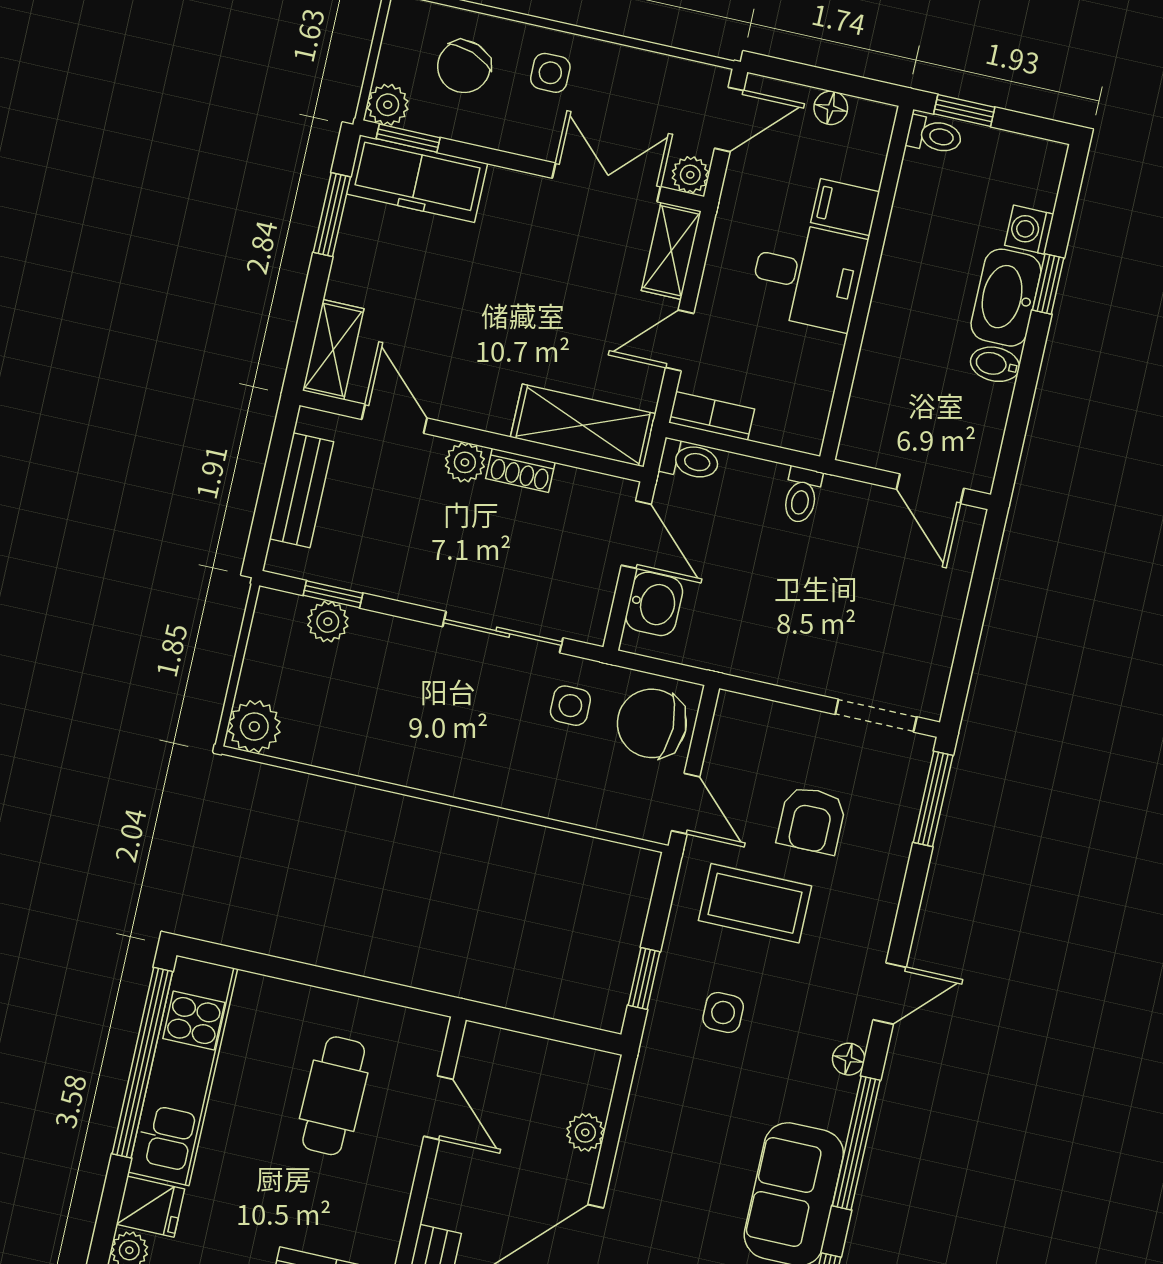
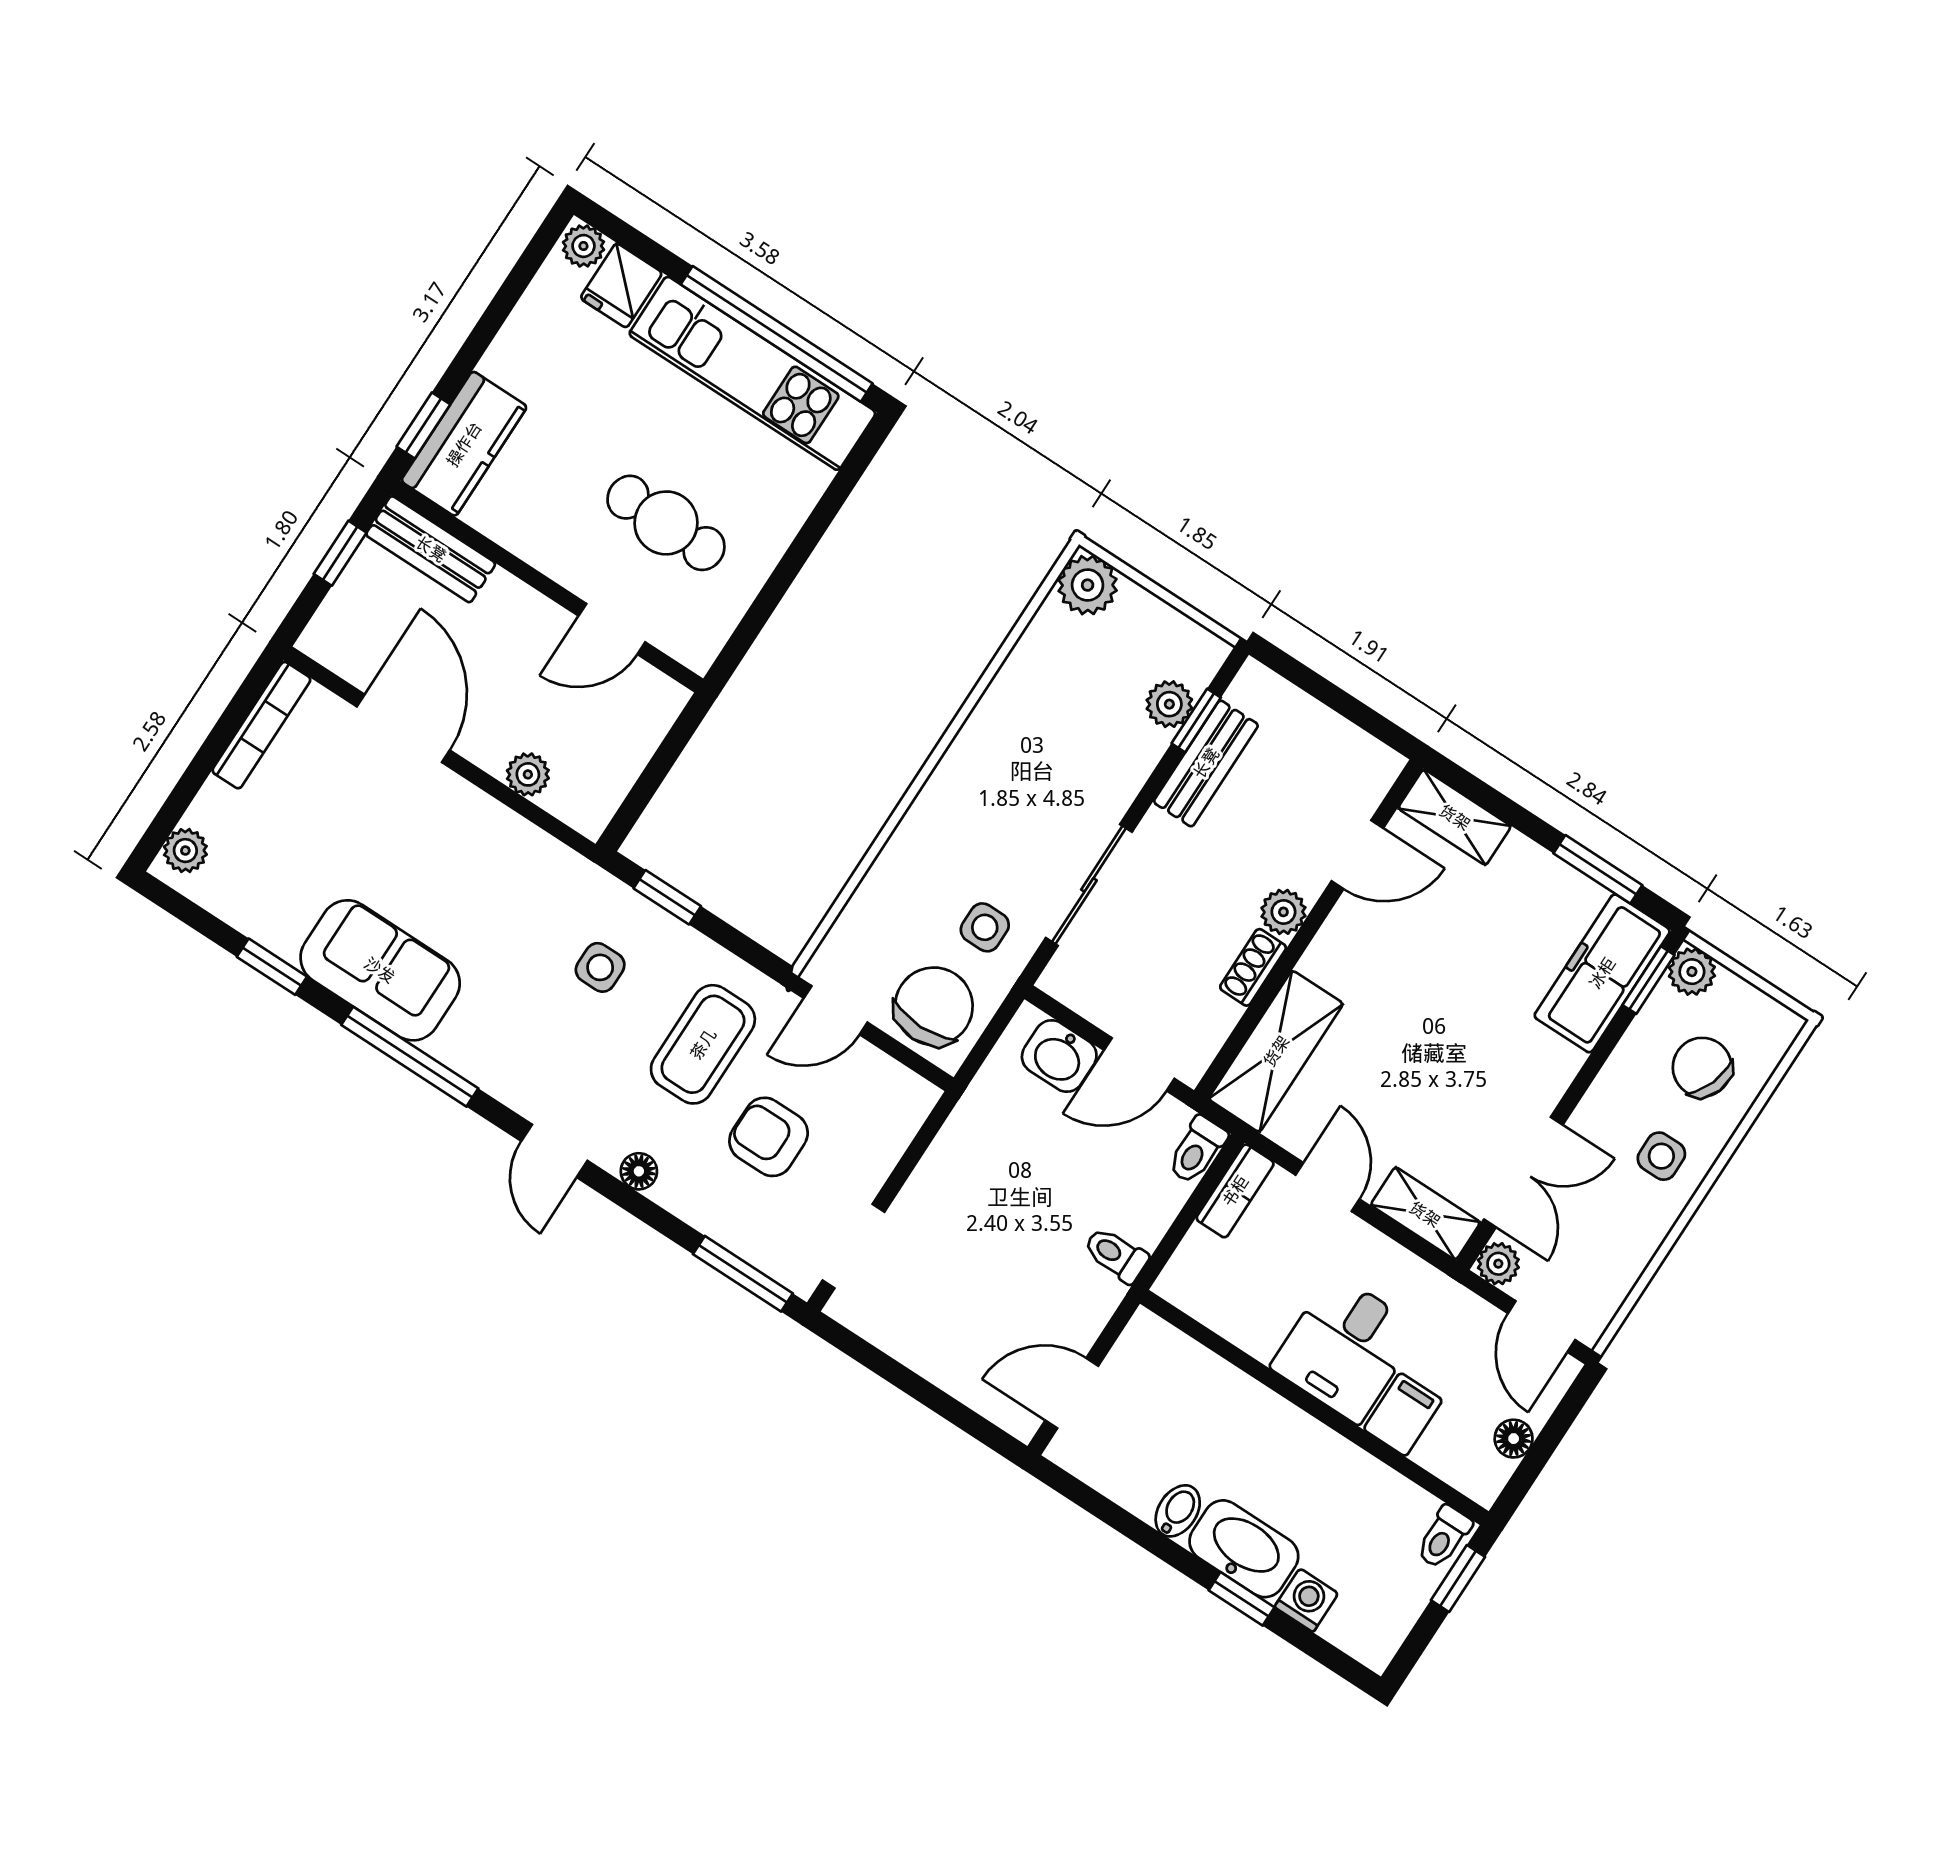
bench: (302, 490) -> (1206, 763), moved, turned 90
floor lamp: (849, 1059) -> (639, 1171), moved

